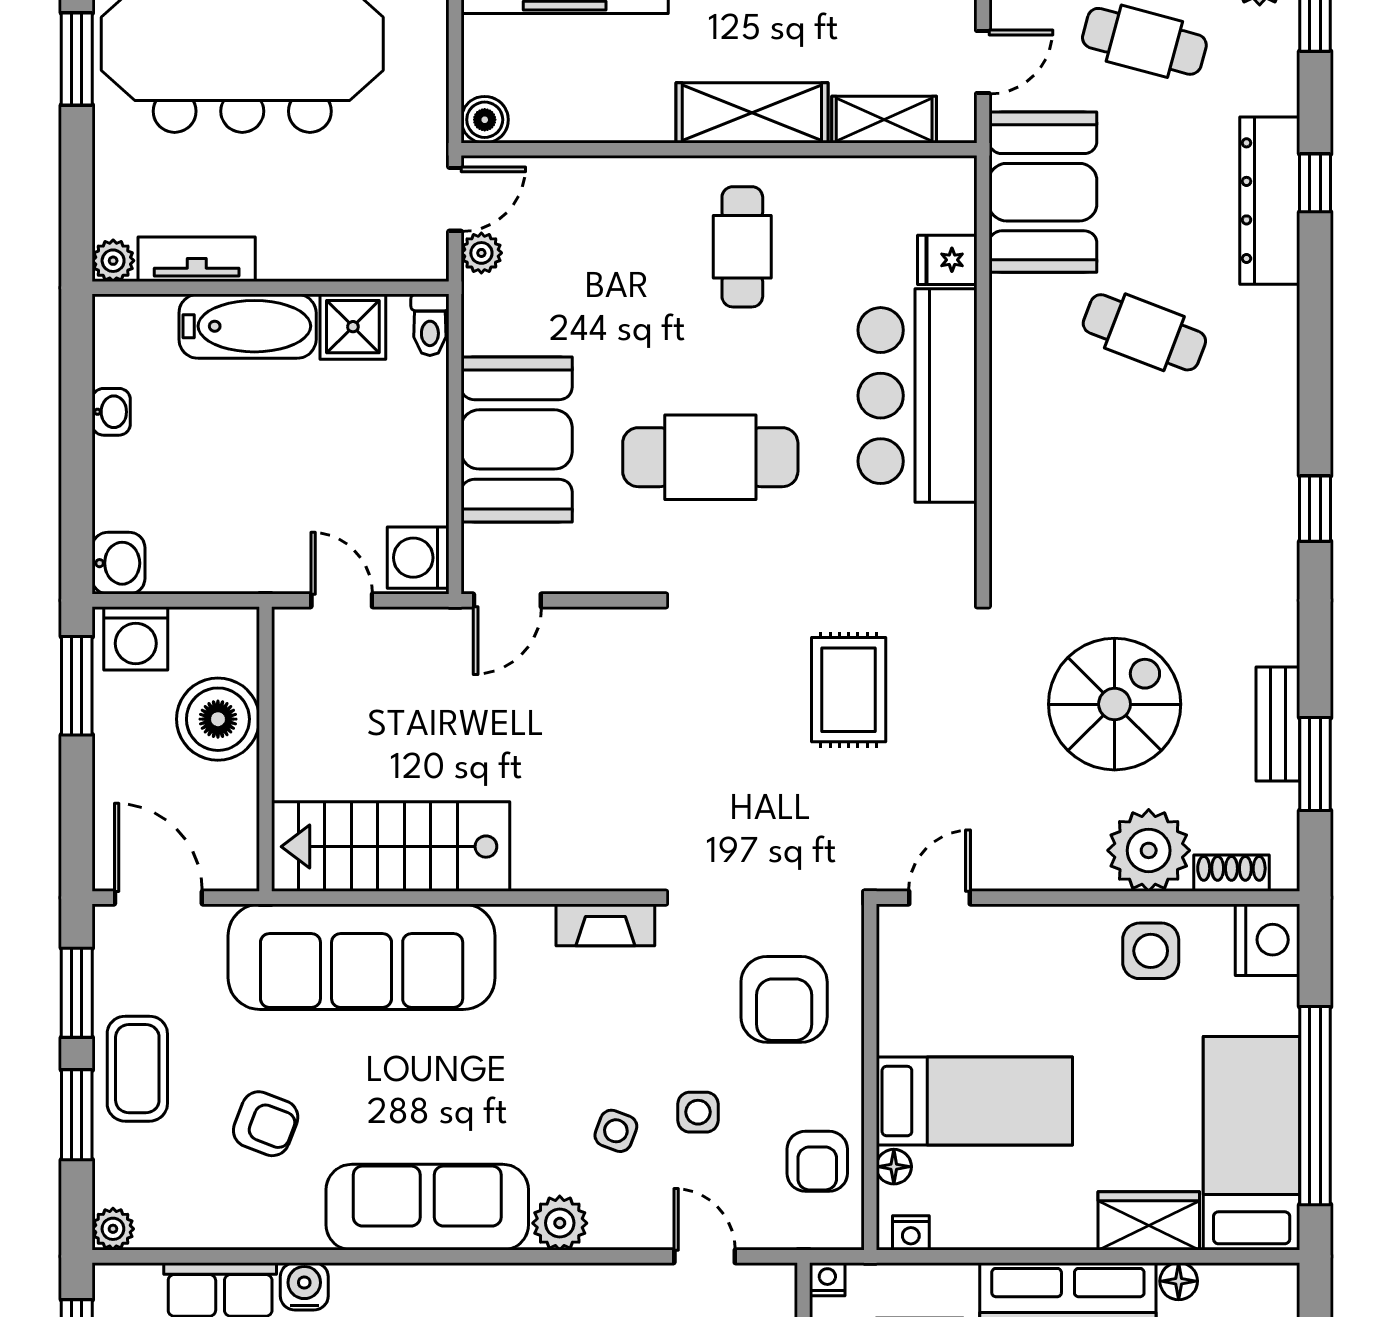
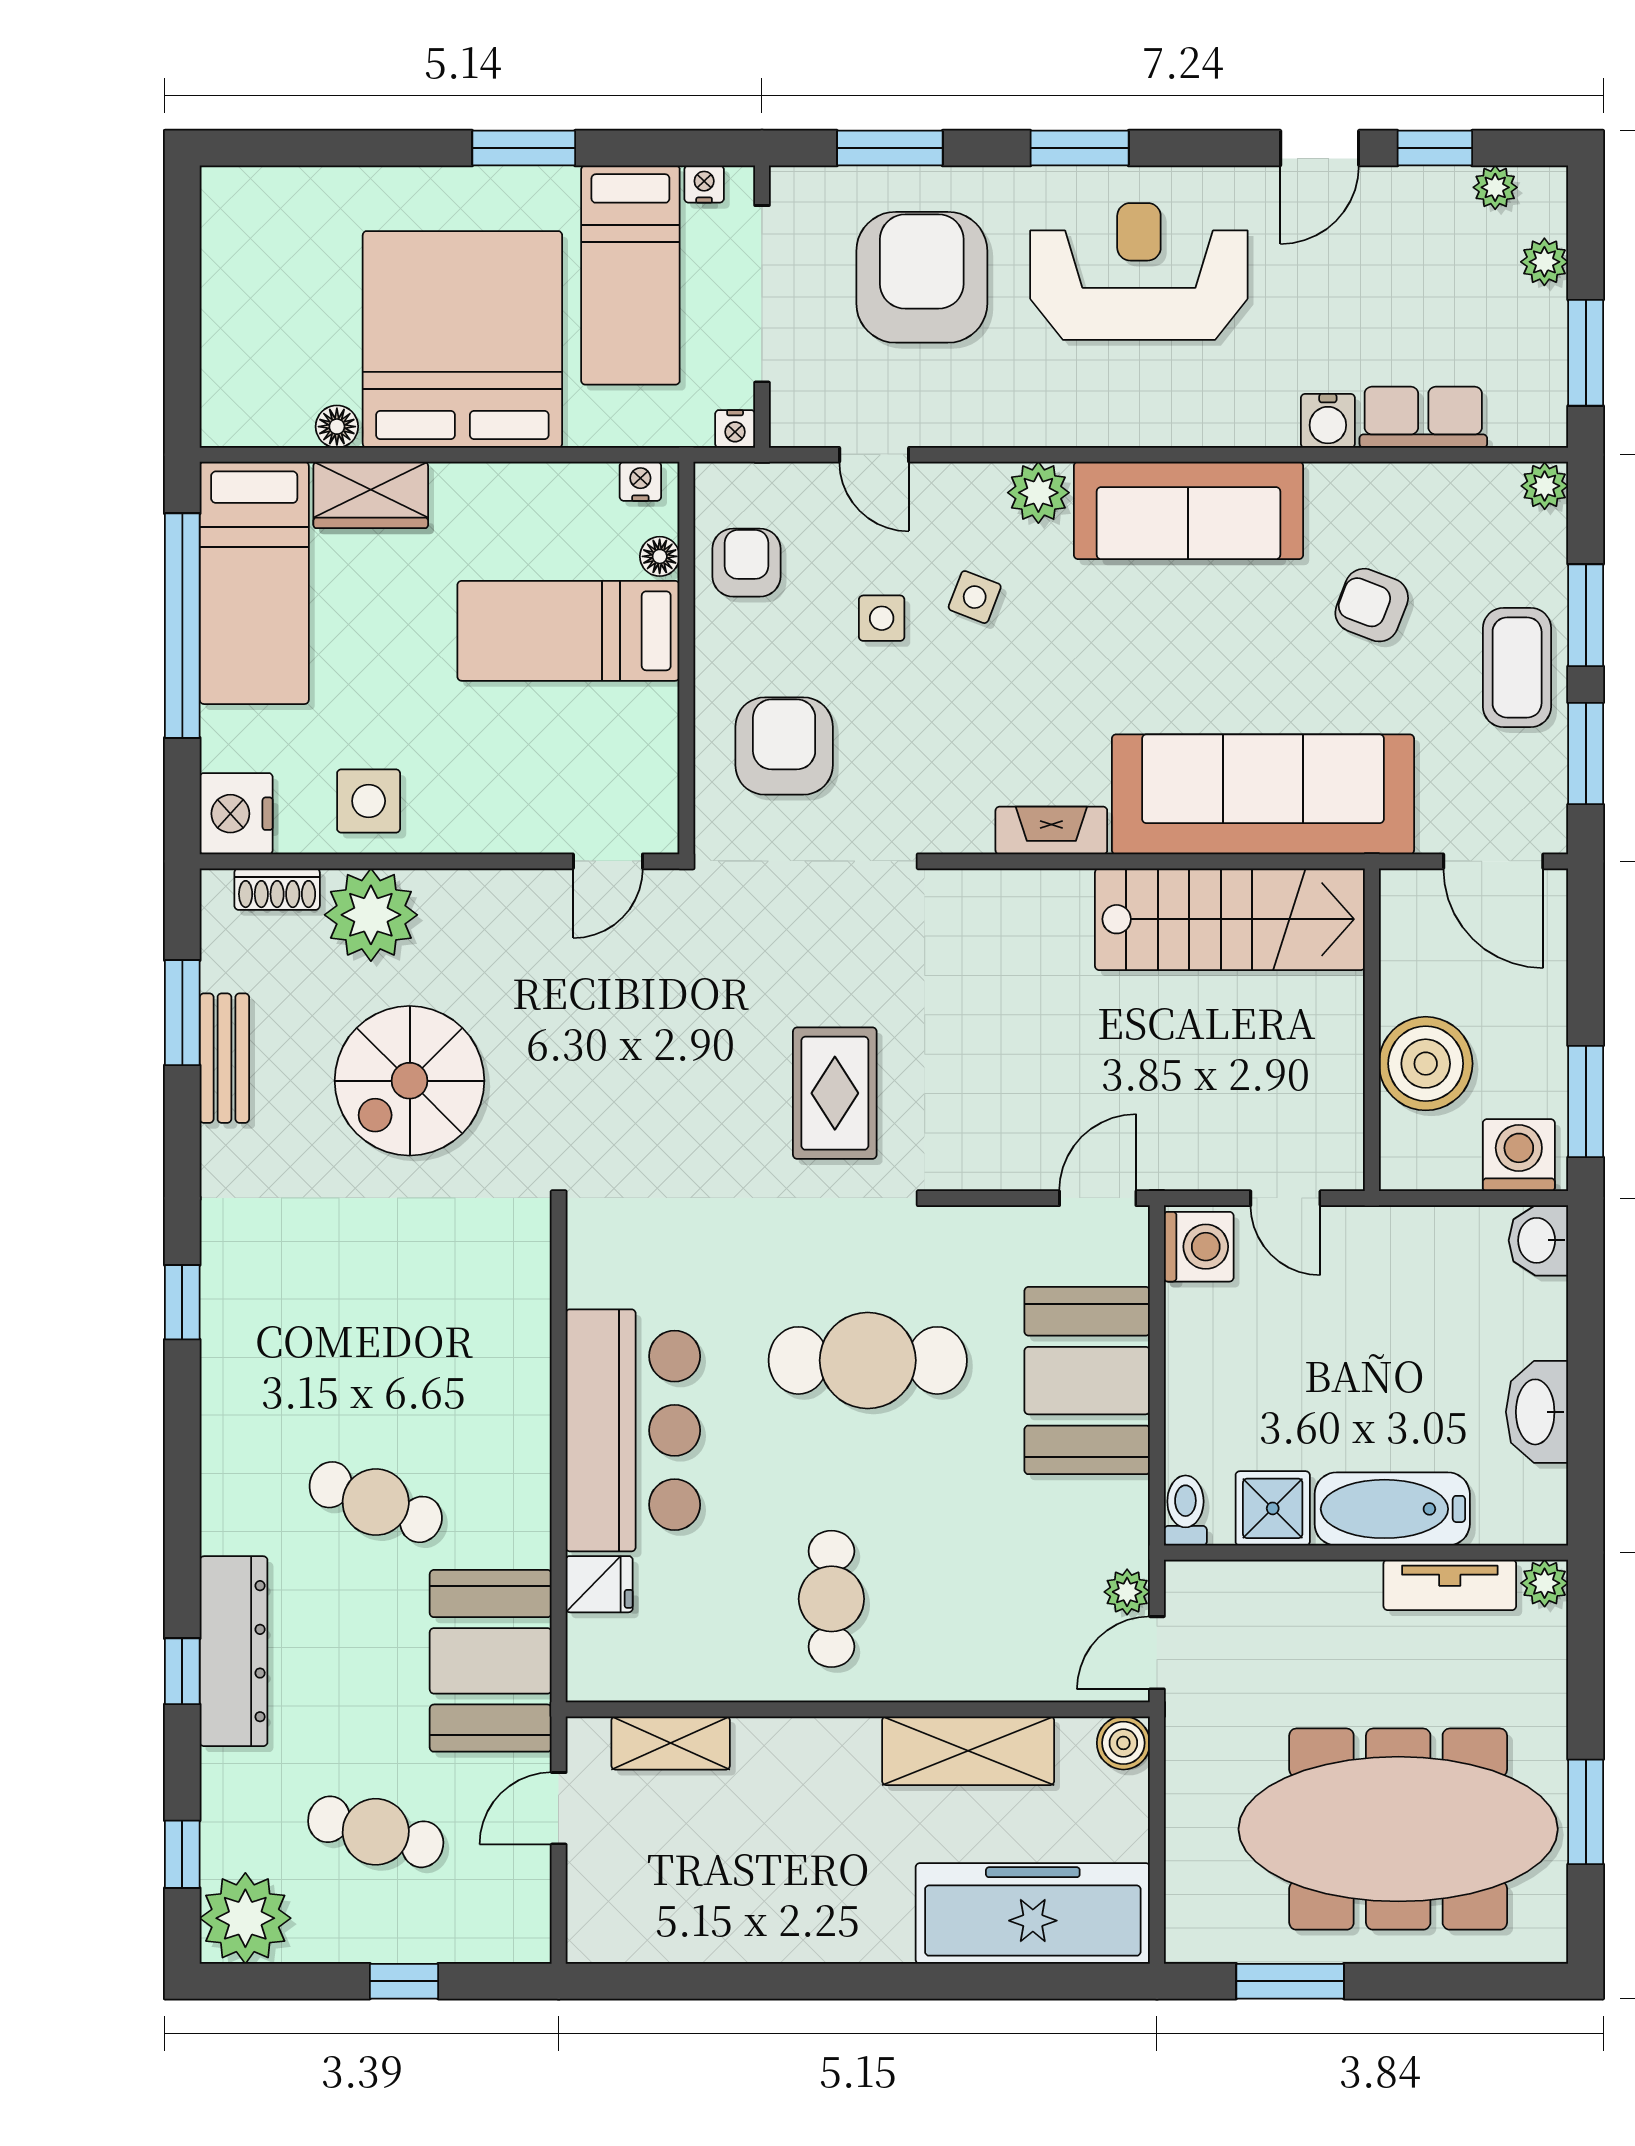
shelving: (752, 113) -> (968, 1751), moved
washbasin: (111, 412) -> (1537, 1412), width x1.91, depth x1.45
rug: (849, 690) -> (835, 1093), moved
fireplace: (605, 925) -> (1051, 830), moved

